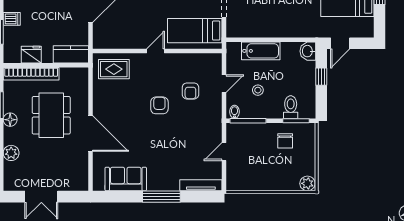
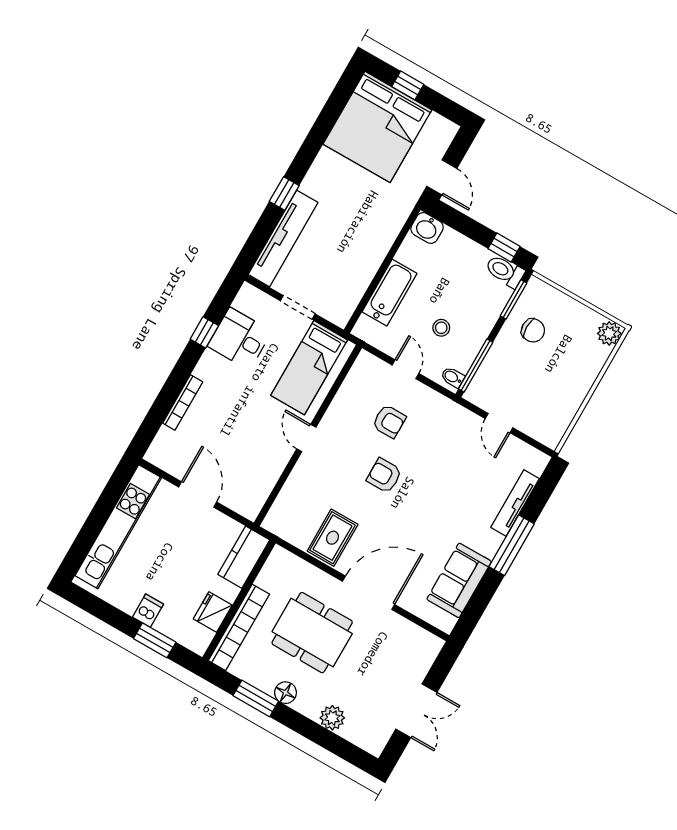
rug: (114, 69) -> (333, 538), moved
window: (321, 77) -> (504, 248), moved
toilet: (291, 107) -> (505, 271), moved
tv unit: (201, 185) -> (515, 503), moved

